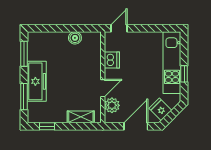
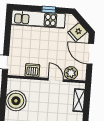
boiler: (75, 38) -> (16, 101), width x1.86, depth x1.86

